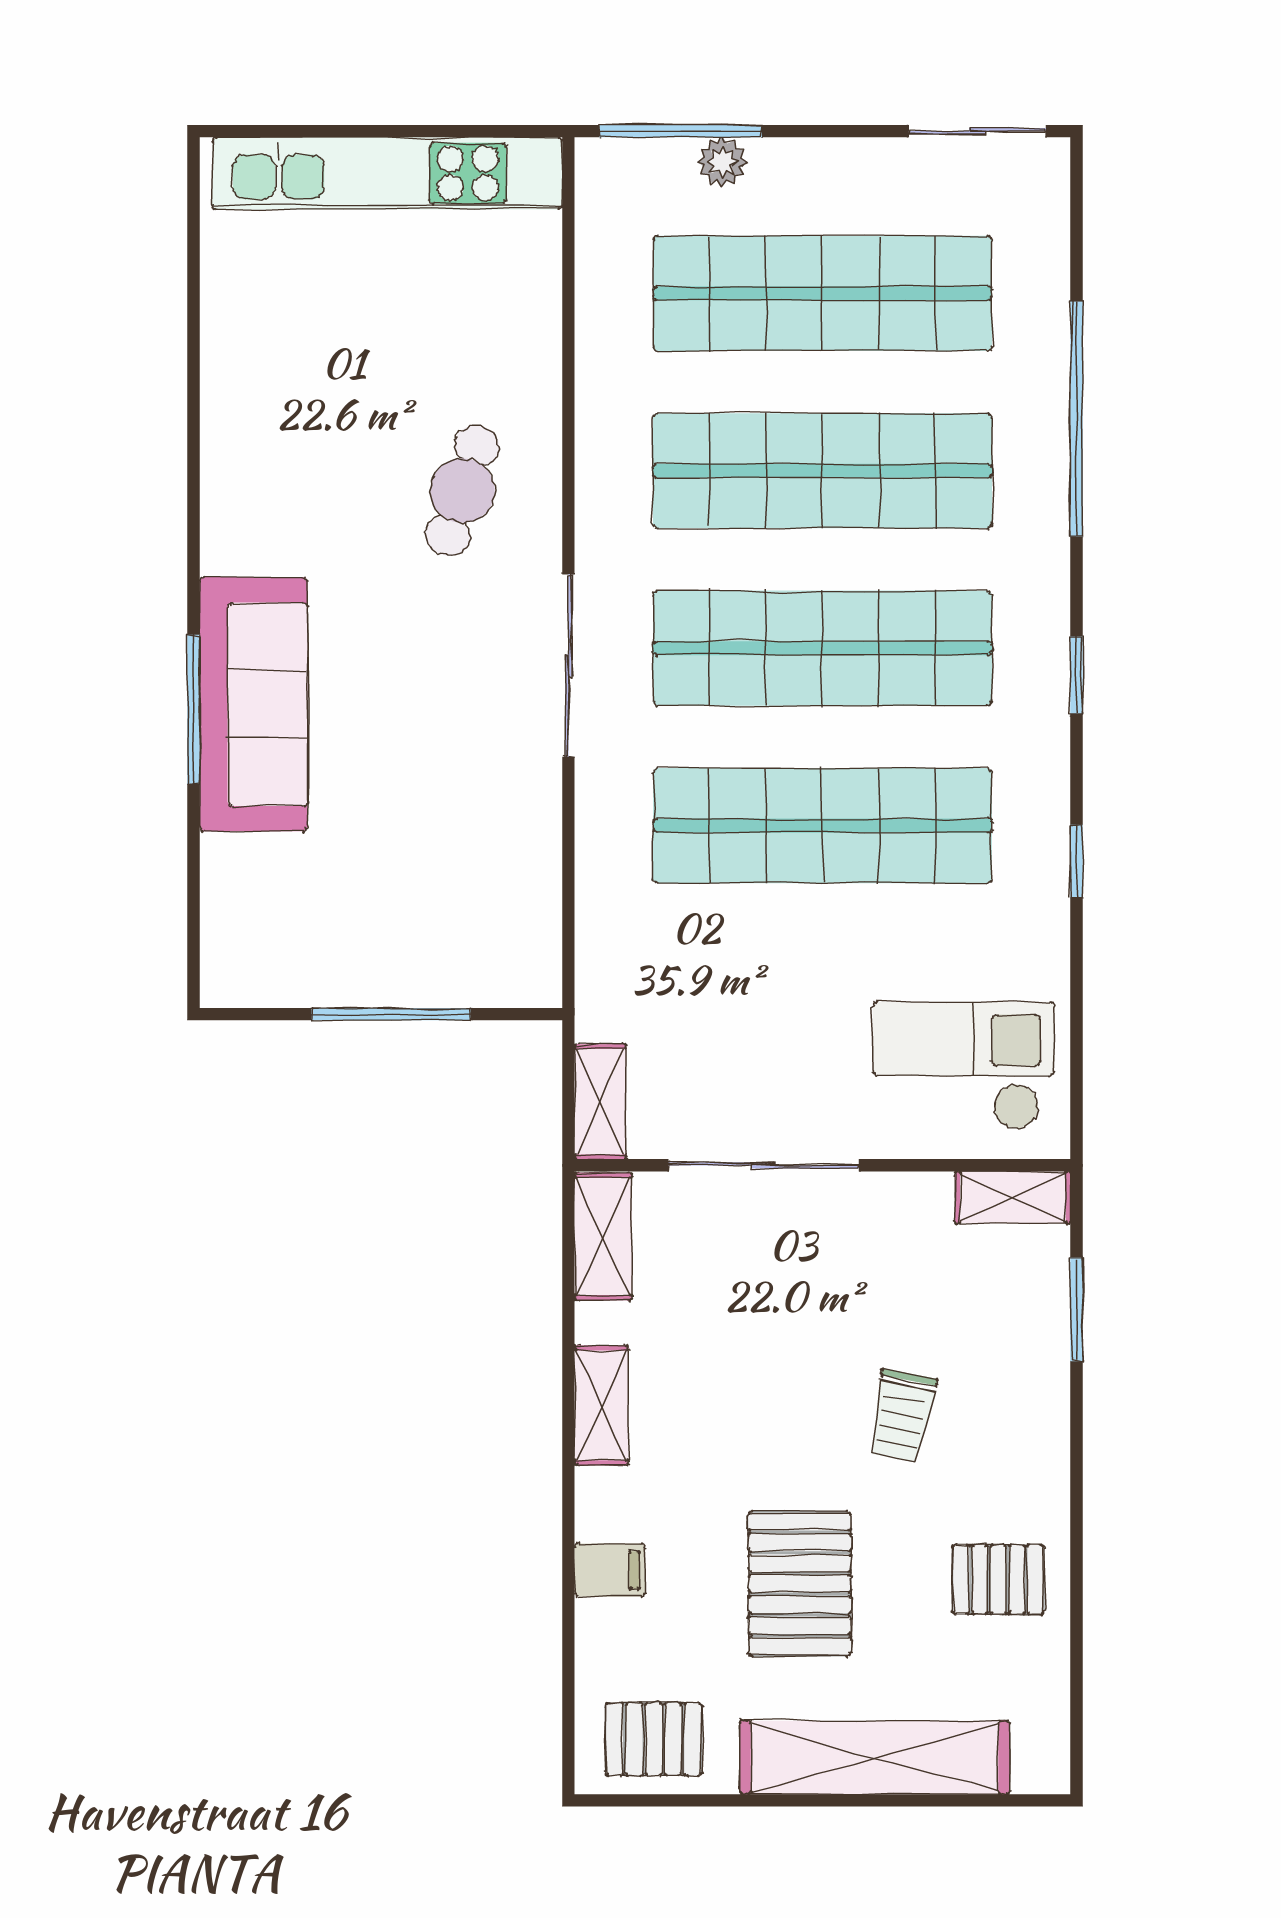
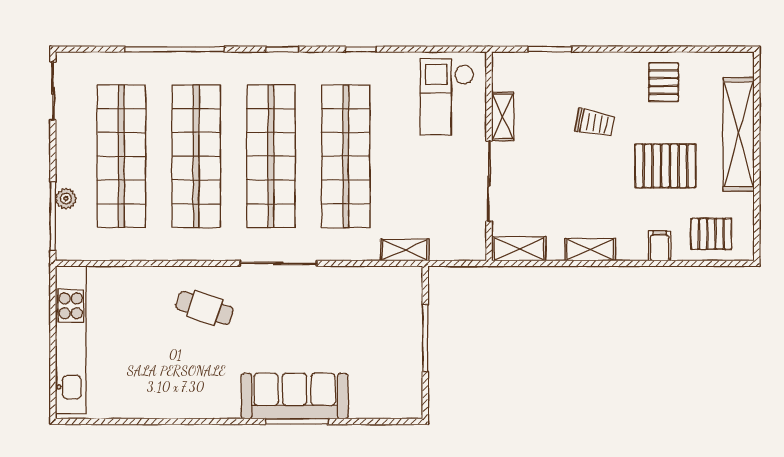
shelving: (600, 1102) -> (405, 250), moved
shelving: (1013, 1197) -> (502, 116), moved
pallet: (654, 1739) -> (711, 234), moved, turned 90

